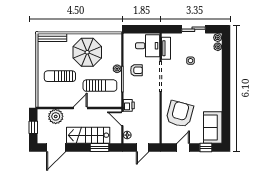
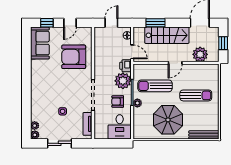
desk: (148, 46) -> (120, 127), moved, turned -90
plant: (131, 91) -> (123, 81), added
armchair: (180, 114) -> (74, 57), turned 75

